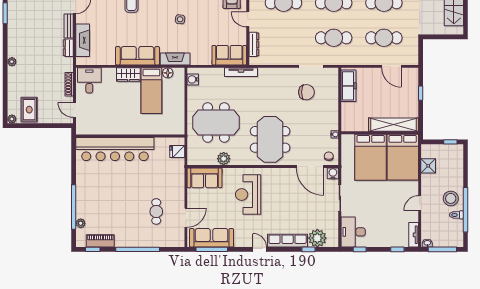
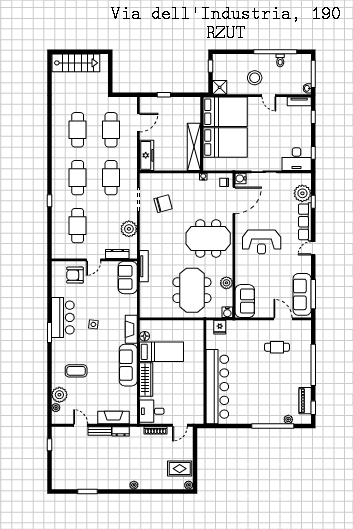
plant: (280, 57) -> (129, 229), added
wardrobe: (128, 75) -> (146, 379), width x1.50
water cooler: (193, 79) -> (227, 312), moved
freezer: (349, 86) -> (147, 155), moved, turned 90
chair: (306, 92) -> (163, 204), turned 75
shelving: (393, 125) -> (194, 147), moved
shower: (428, 166) -> (220, 87), moved
reception desk: (248, 195) -> (262, 242), moved
stool: (451, 198) -> (255, 78), moved

